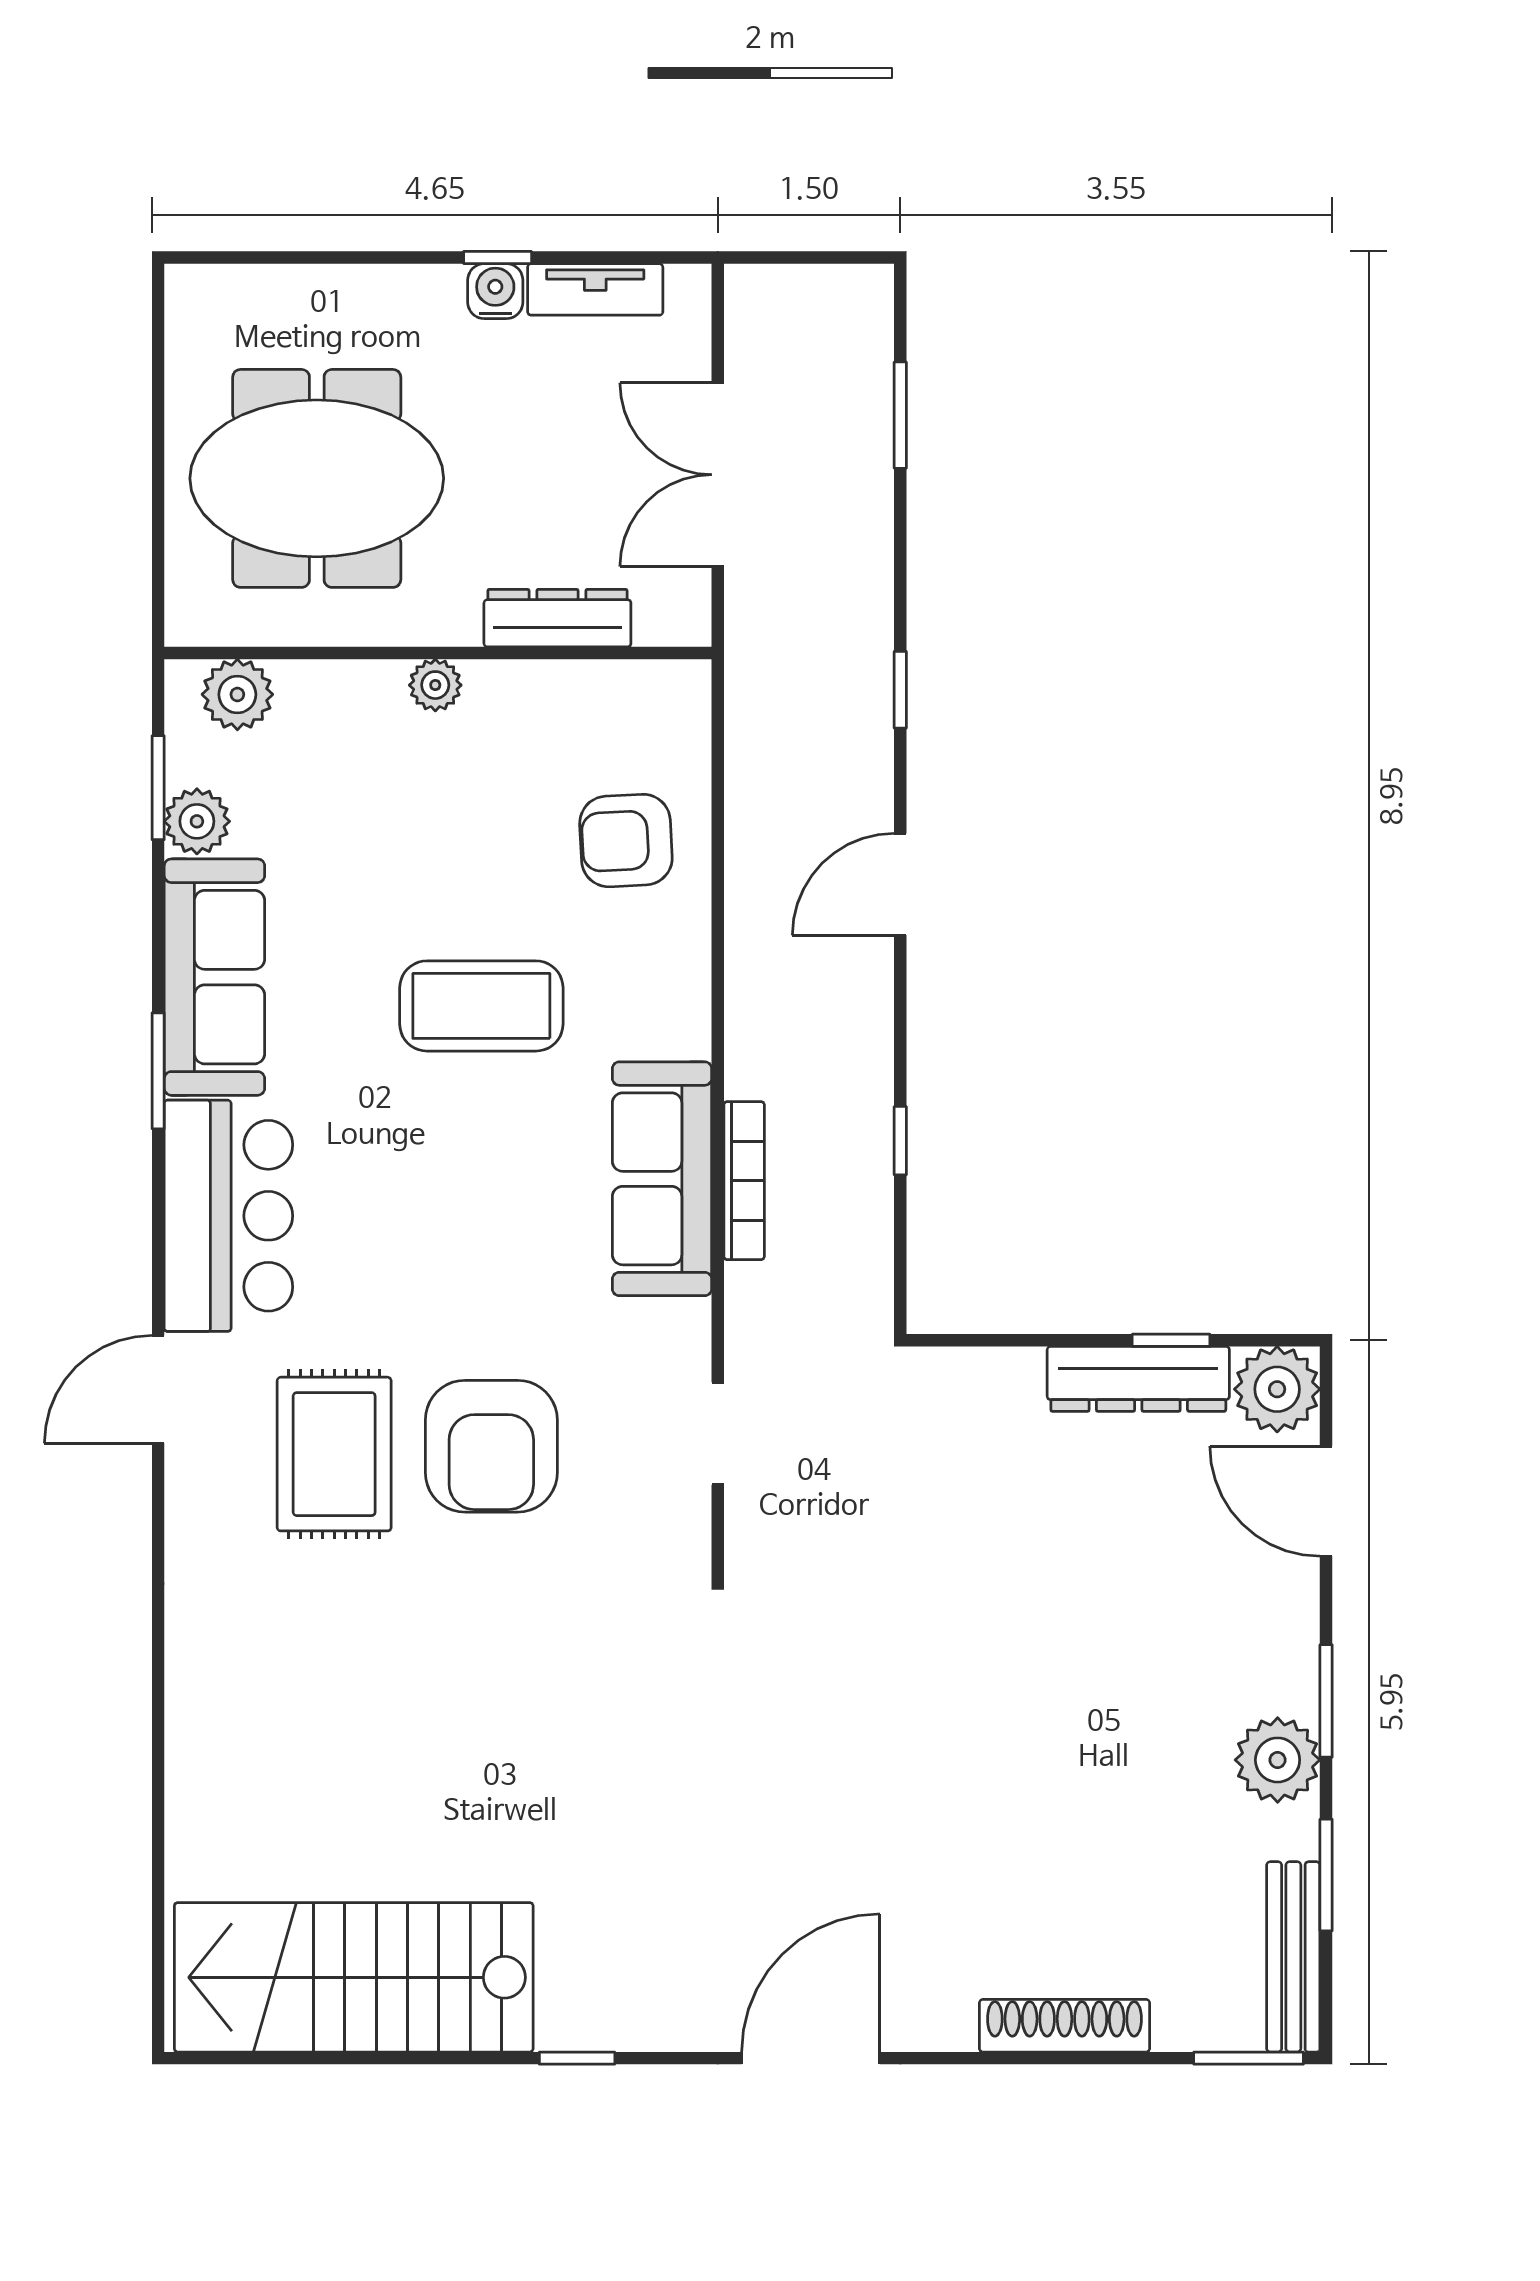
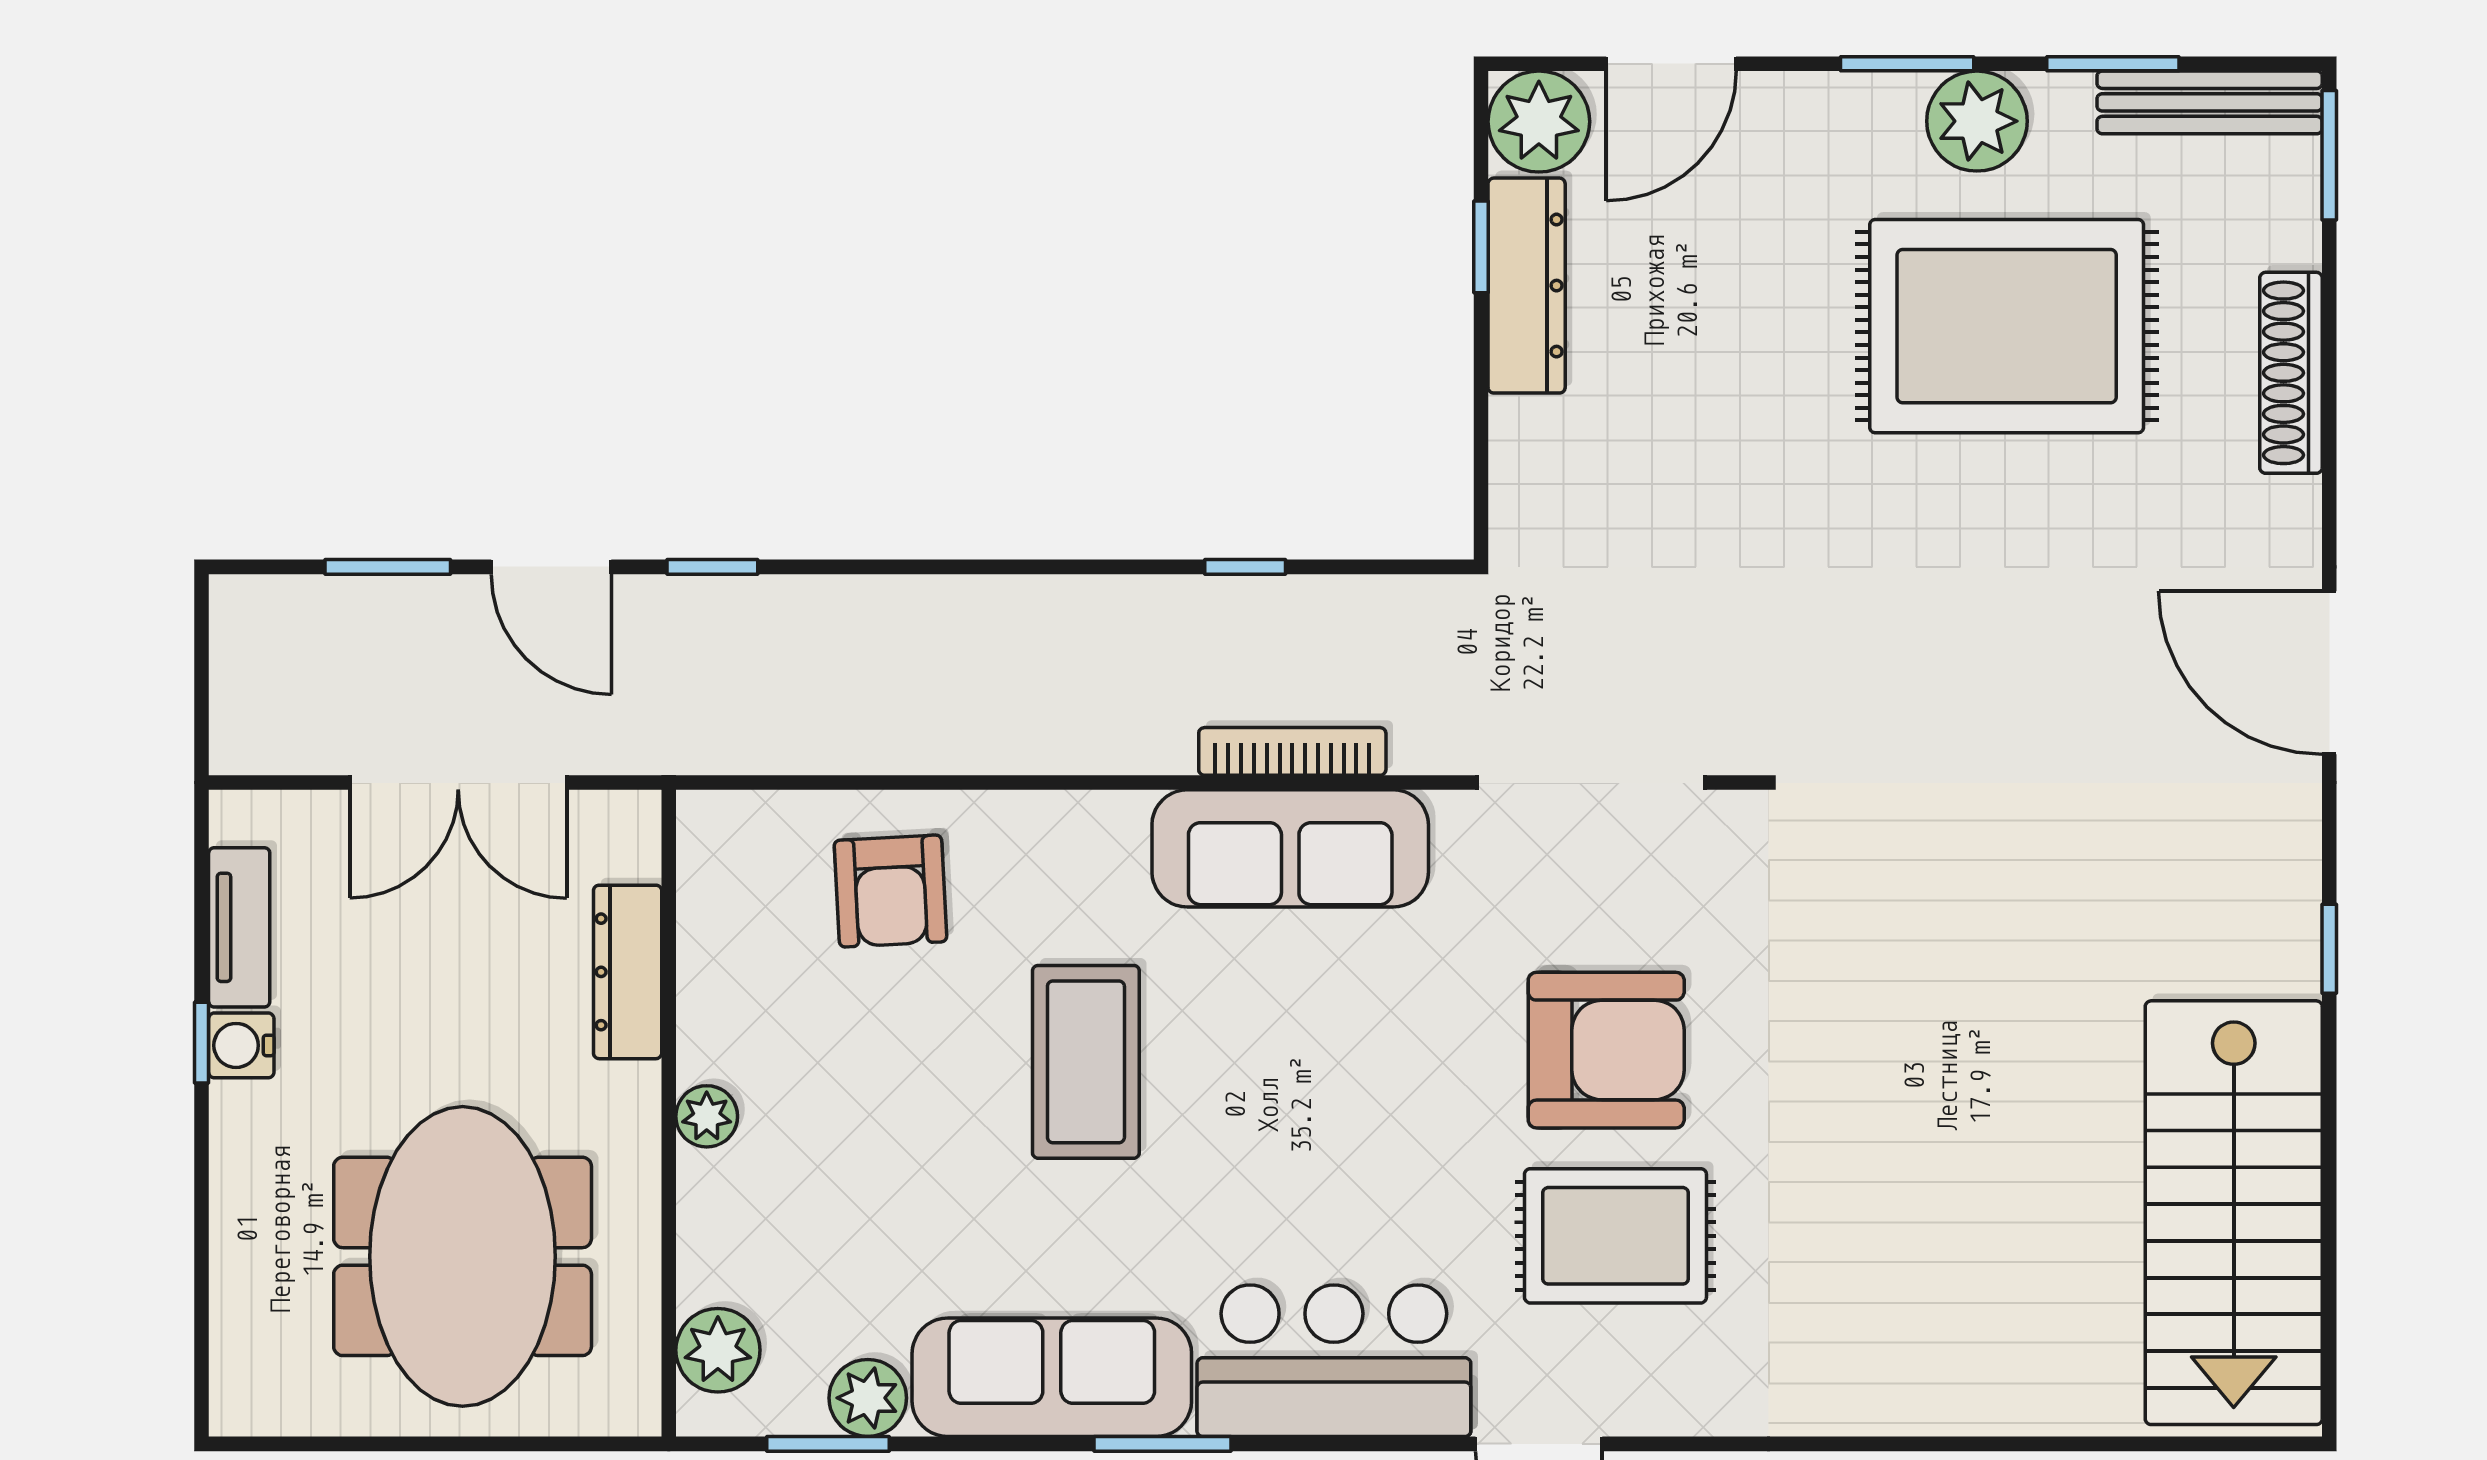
door: (900, 884) -> (551, 567), moved
doorway: (718, 1433) -> (1591, 783), width x1.87
rug: (1104, 1785) -> (2007, 326), added

